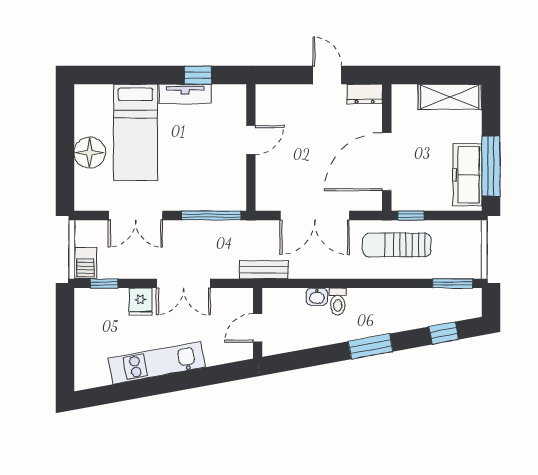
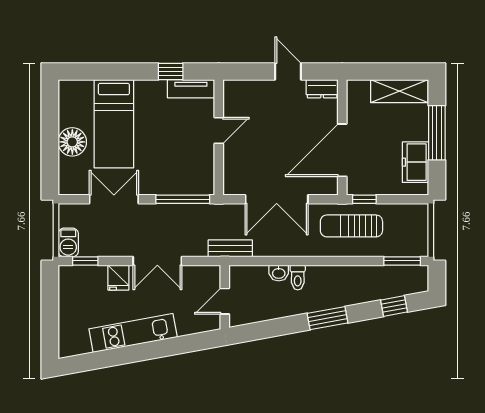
tv unit: (185, 94) -> (191, 89), moved
window: (491, 166) -> (437, 133), moved
freezer: (467, 175) -> (415, 162), width x0.71
double door: (136, 216) -> (114, 199), swing flipped

